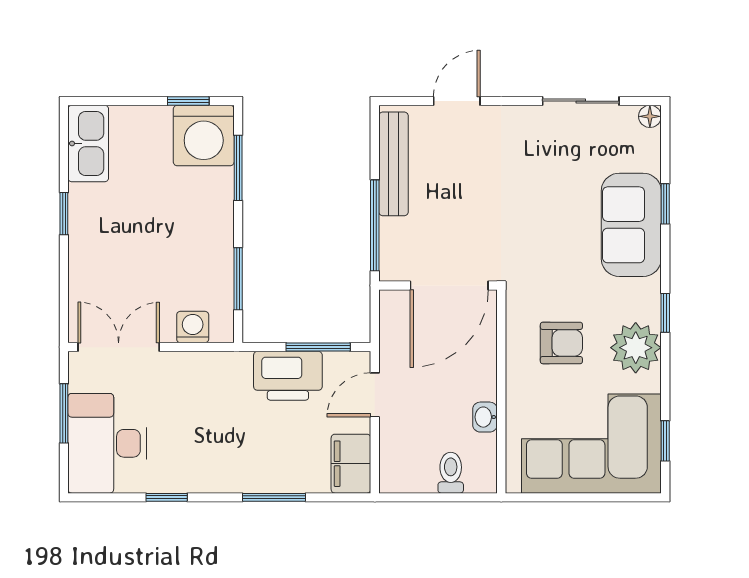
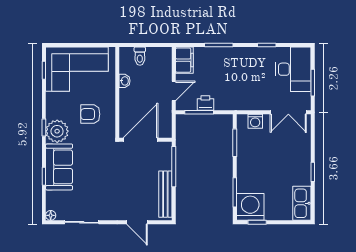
door: (457, 101) -> (137, 222), hinge flipped
plant: (636, 348) -> (57, 131), moved
printer: (288, 376) -> (205, 103), width x0.53, depth x0.68

